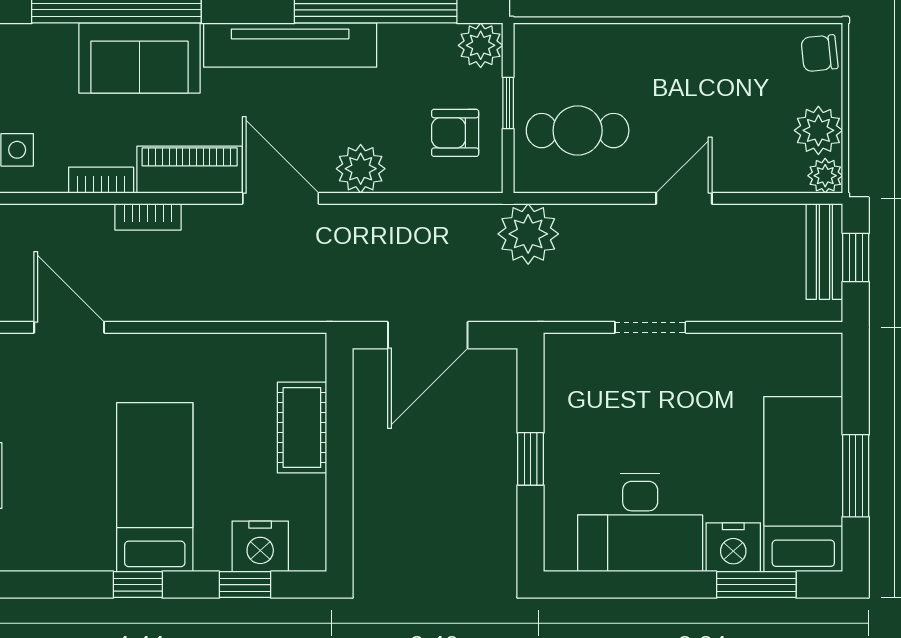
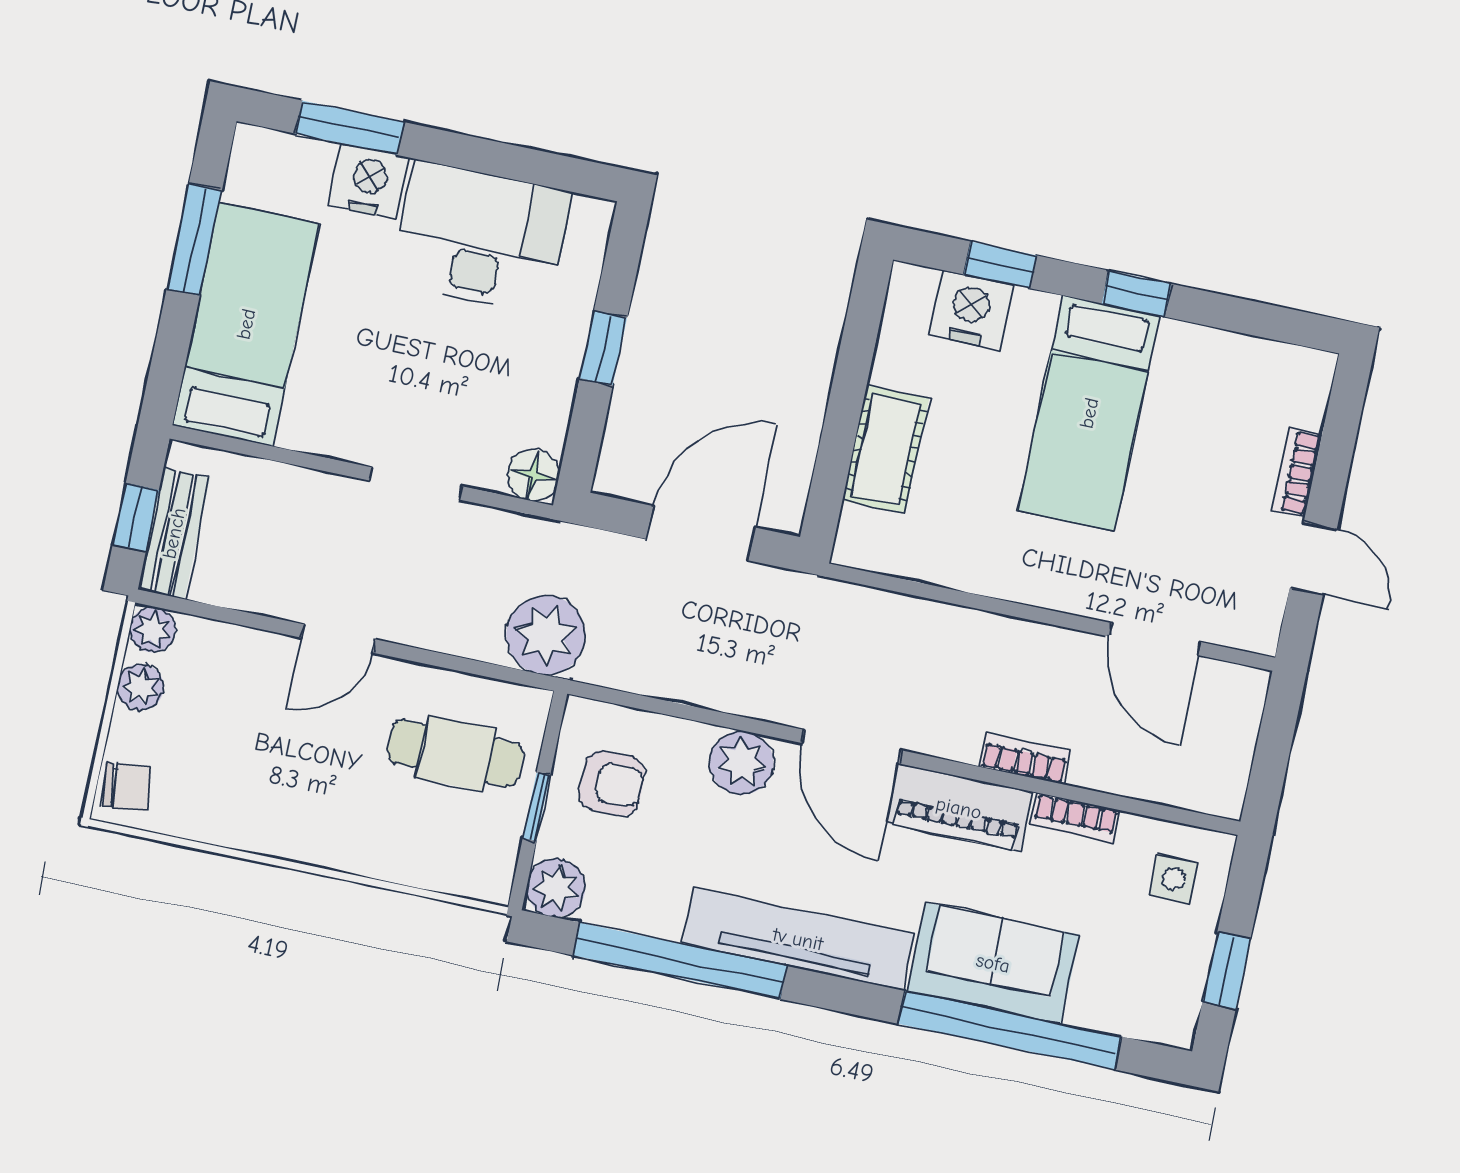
plant: (818, 130) -> (141, 687), width x0.73, depth x0.73
floor lamp: (563, 352) -> (533, 475), added
bed: (803, 484) -> (246, 324), moved, turned 180

